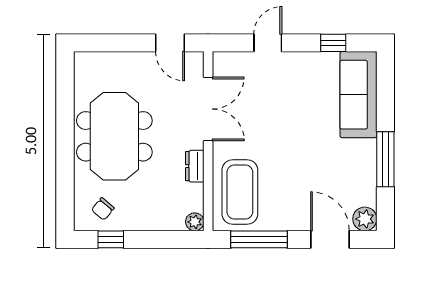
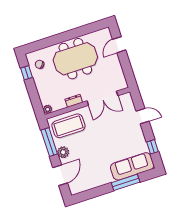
door: (170, 43) -> (119, 45), moved
window: (385, 159) -> (126, 182), moved
plant: (365, 219) -> (63, 152), moved

